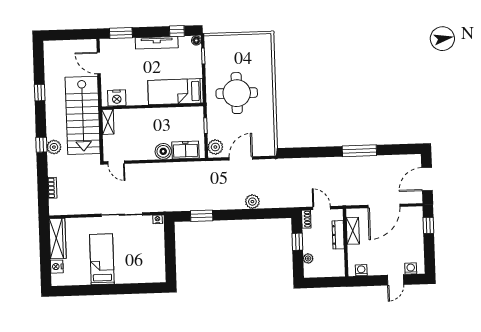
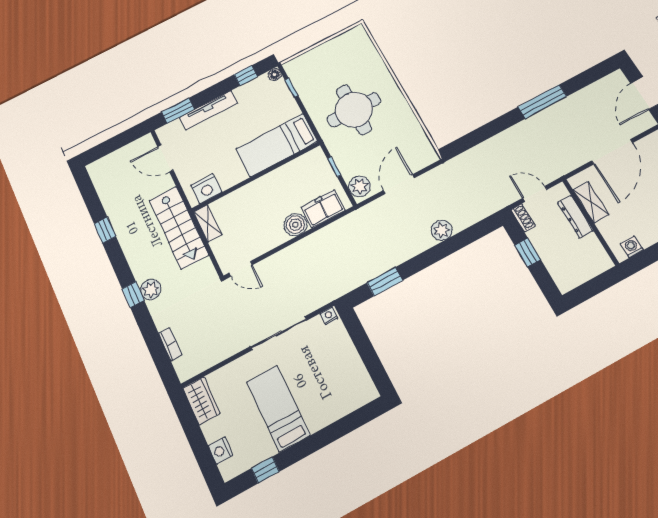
tv unit: (157, 43) -> (209, 110), moved
stairs: (83, 115) -> (179, 228), width x0.73, depth x0.66
wardrobe: (58, 239) -> (201, 401), width x0.67
plant: (308, 258) -> (554, 267), removed
window: (79, 290) -> (265, 470), added

